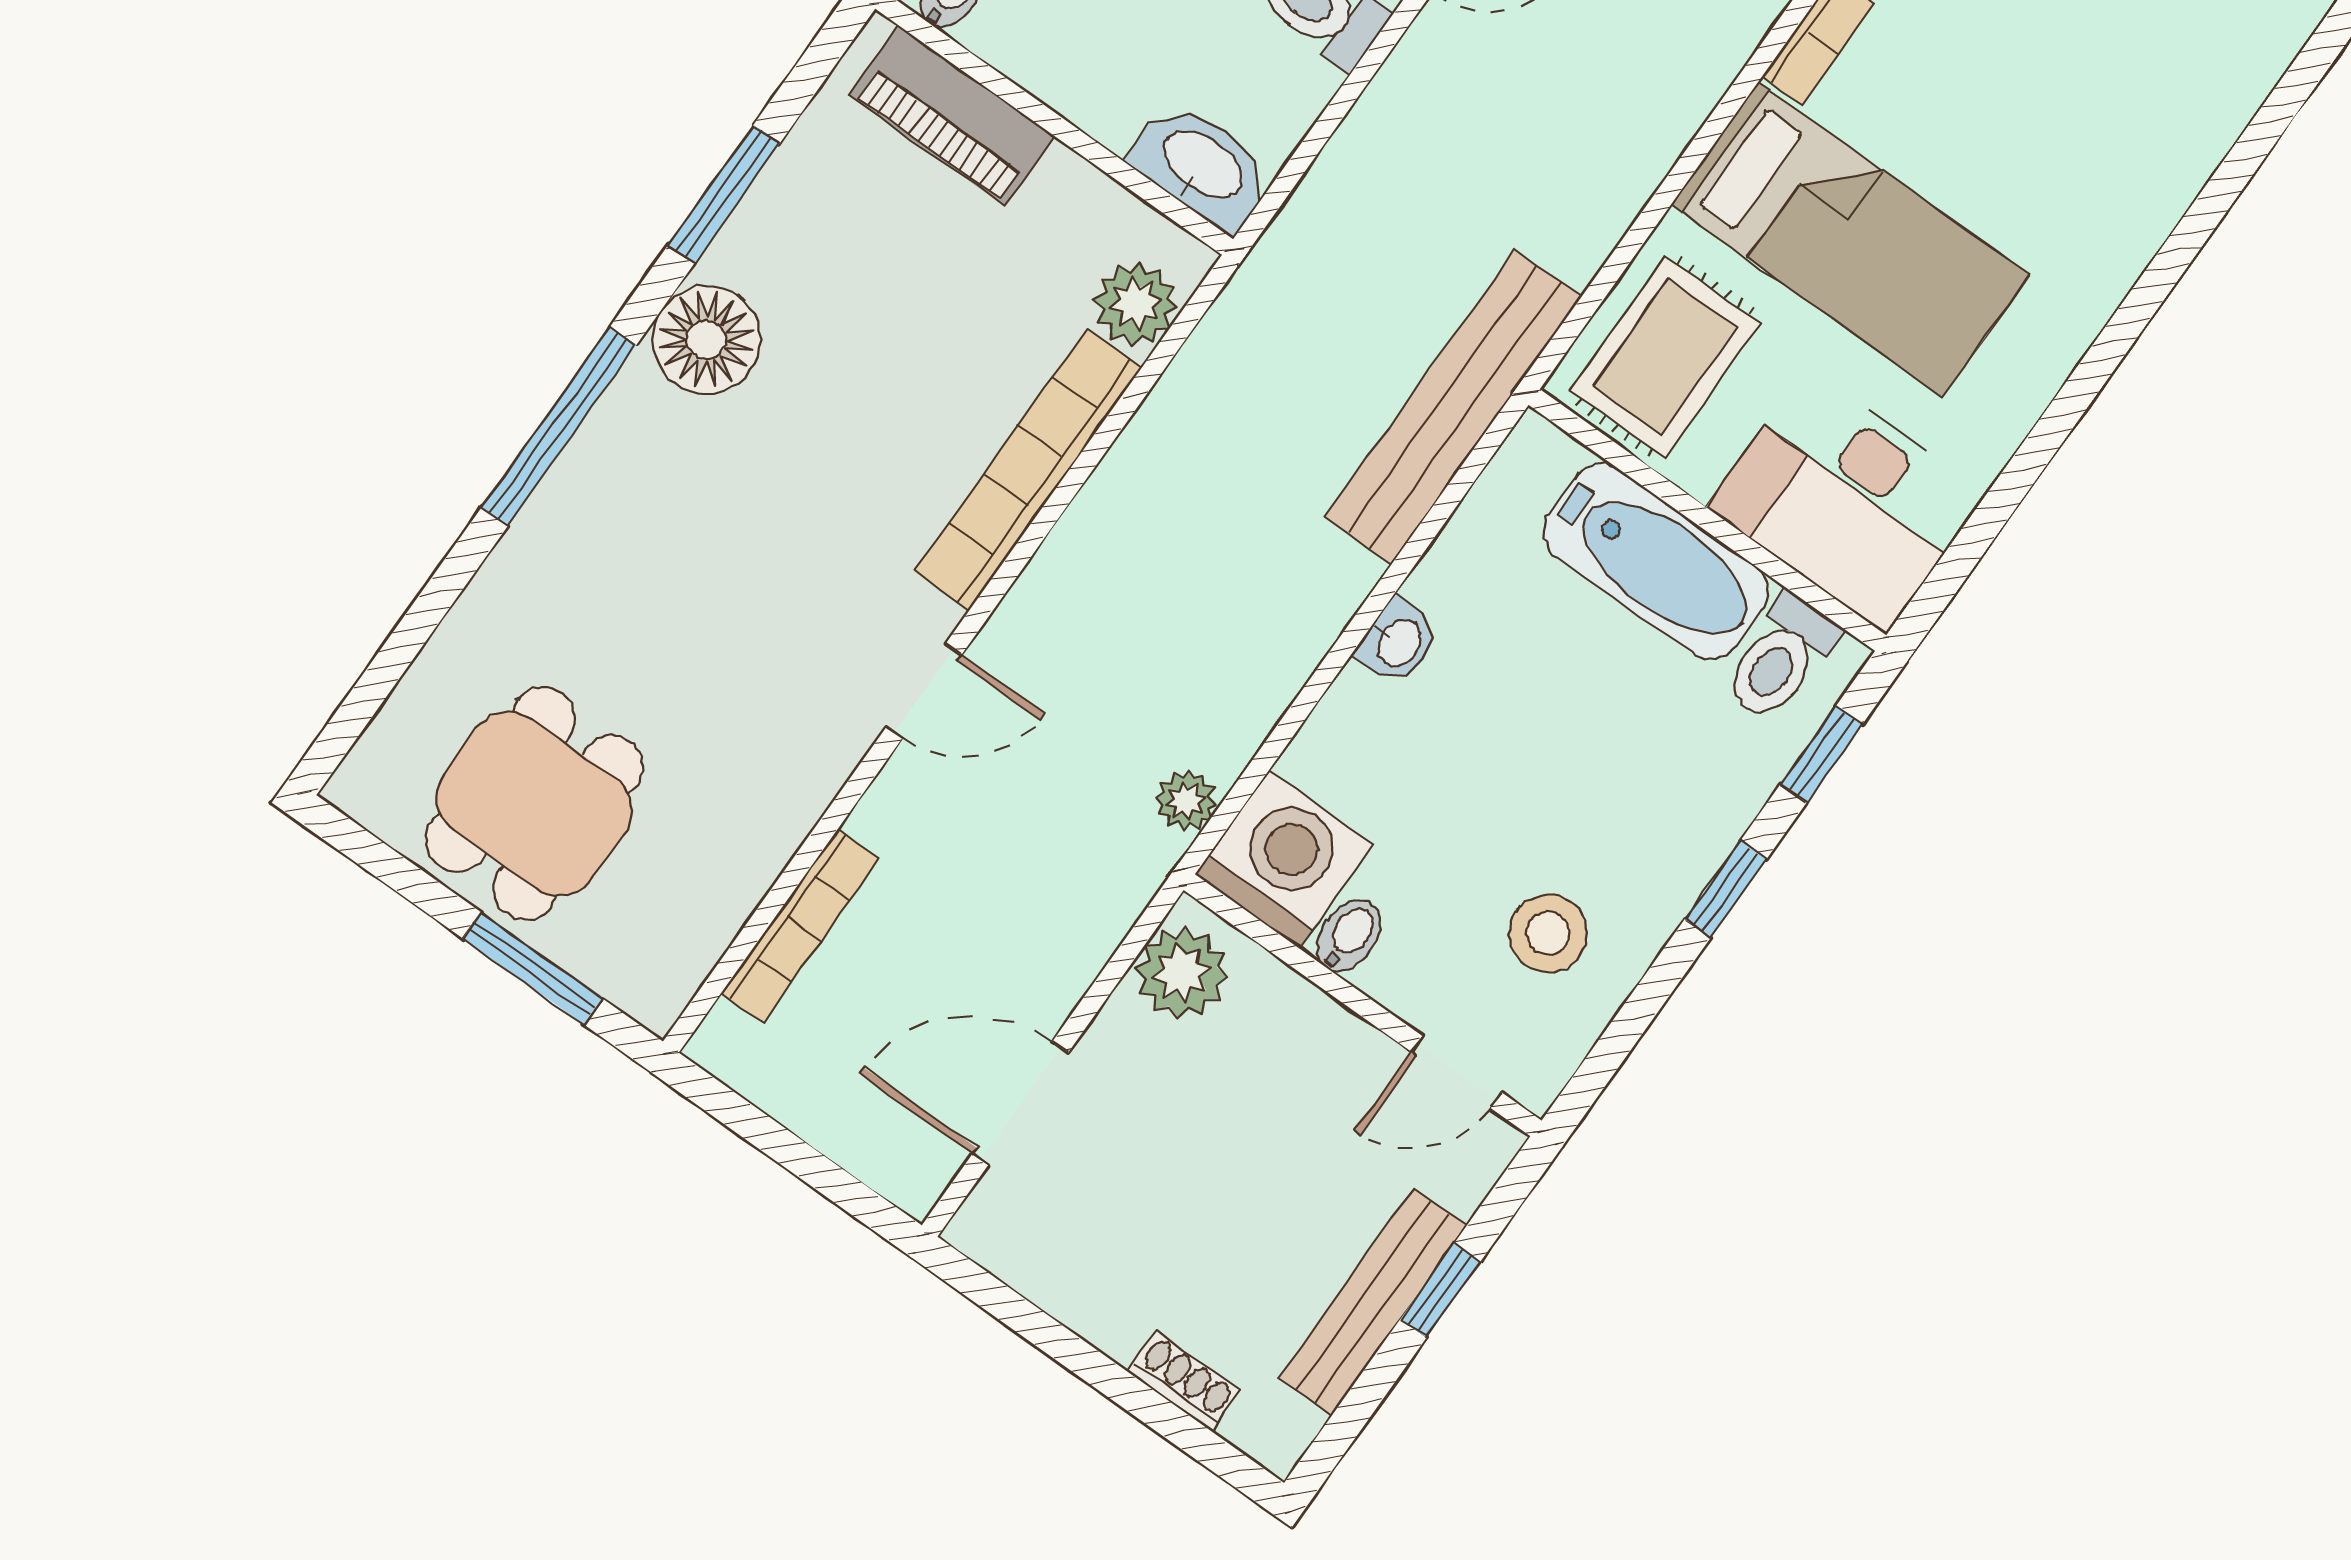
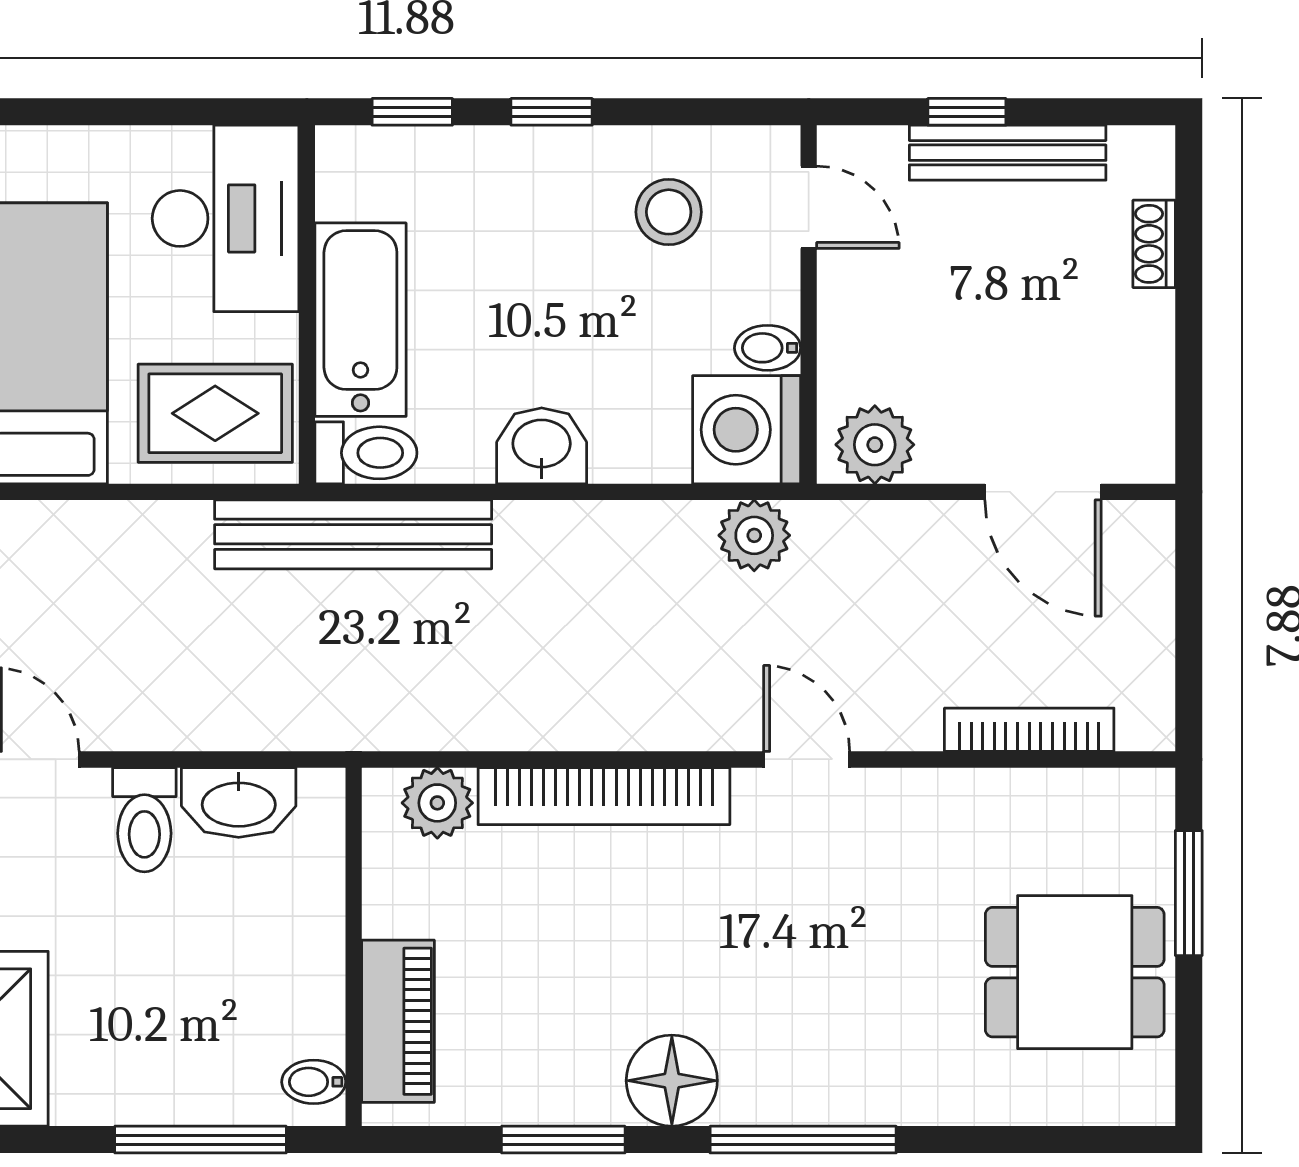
washbasin: (1202, 166) -> (239, 803), moved, turned -90
washbasin: (1398, 642) -> (542, 446), width x1.38, depth x1.45
toilet: (1781, 658) -> (366, 453), moved
plant: (1186, 801) -> (754, 535), width x1.38, depth x1.38

